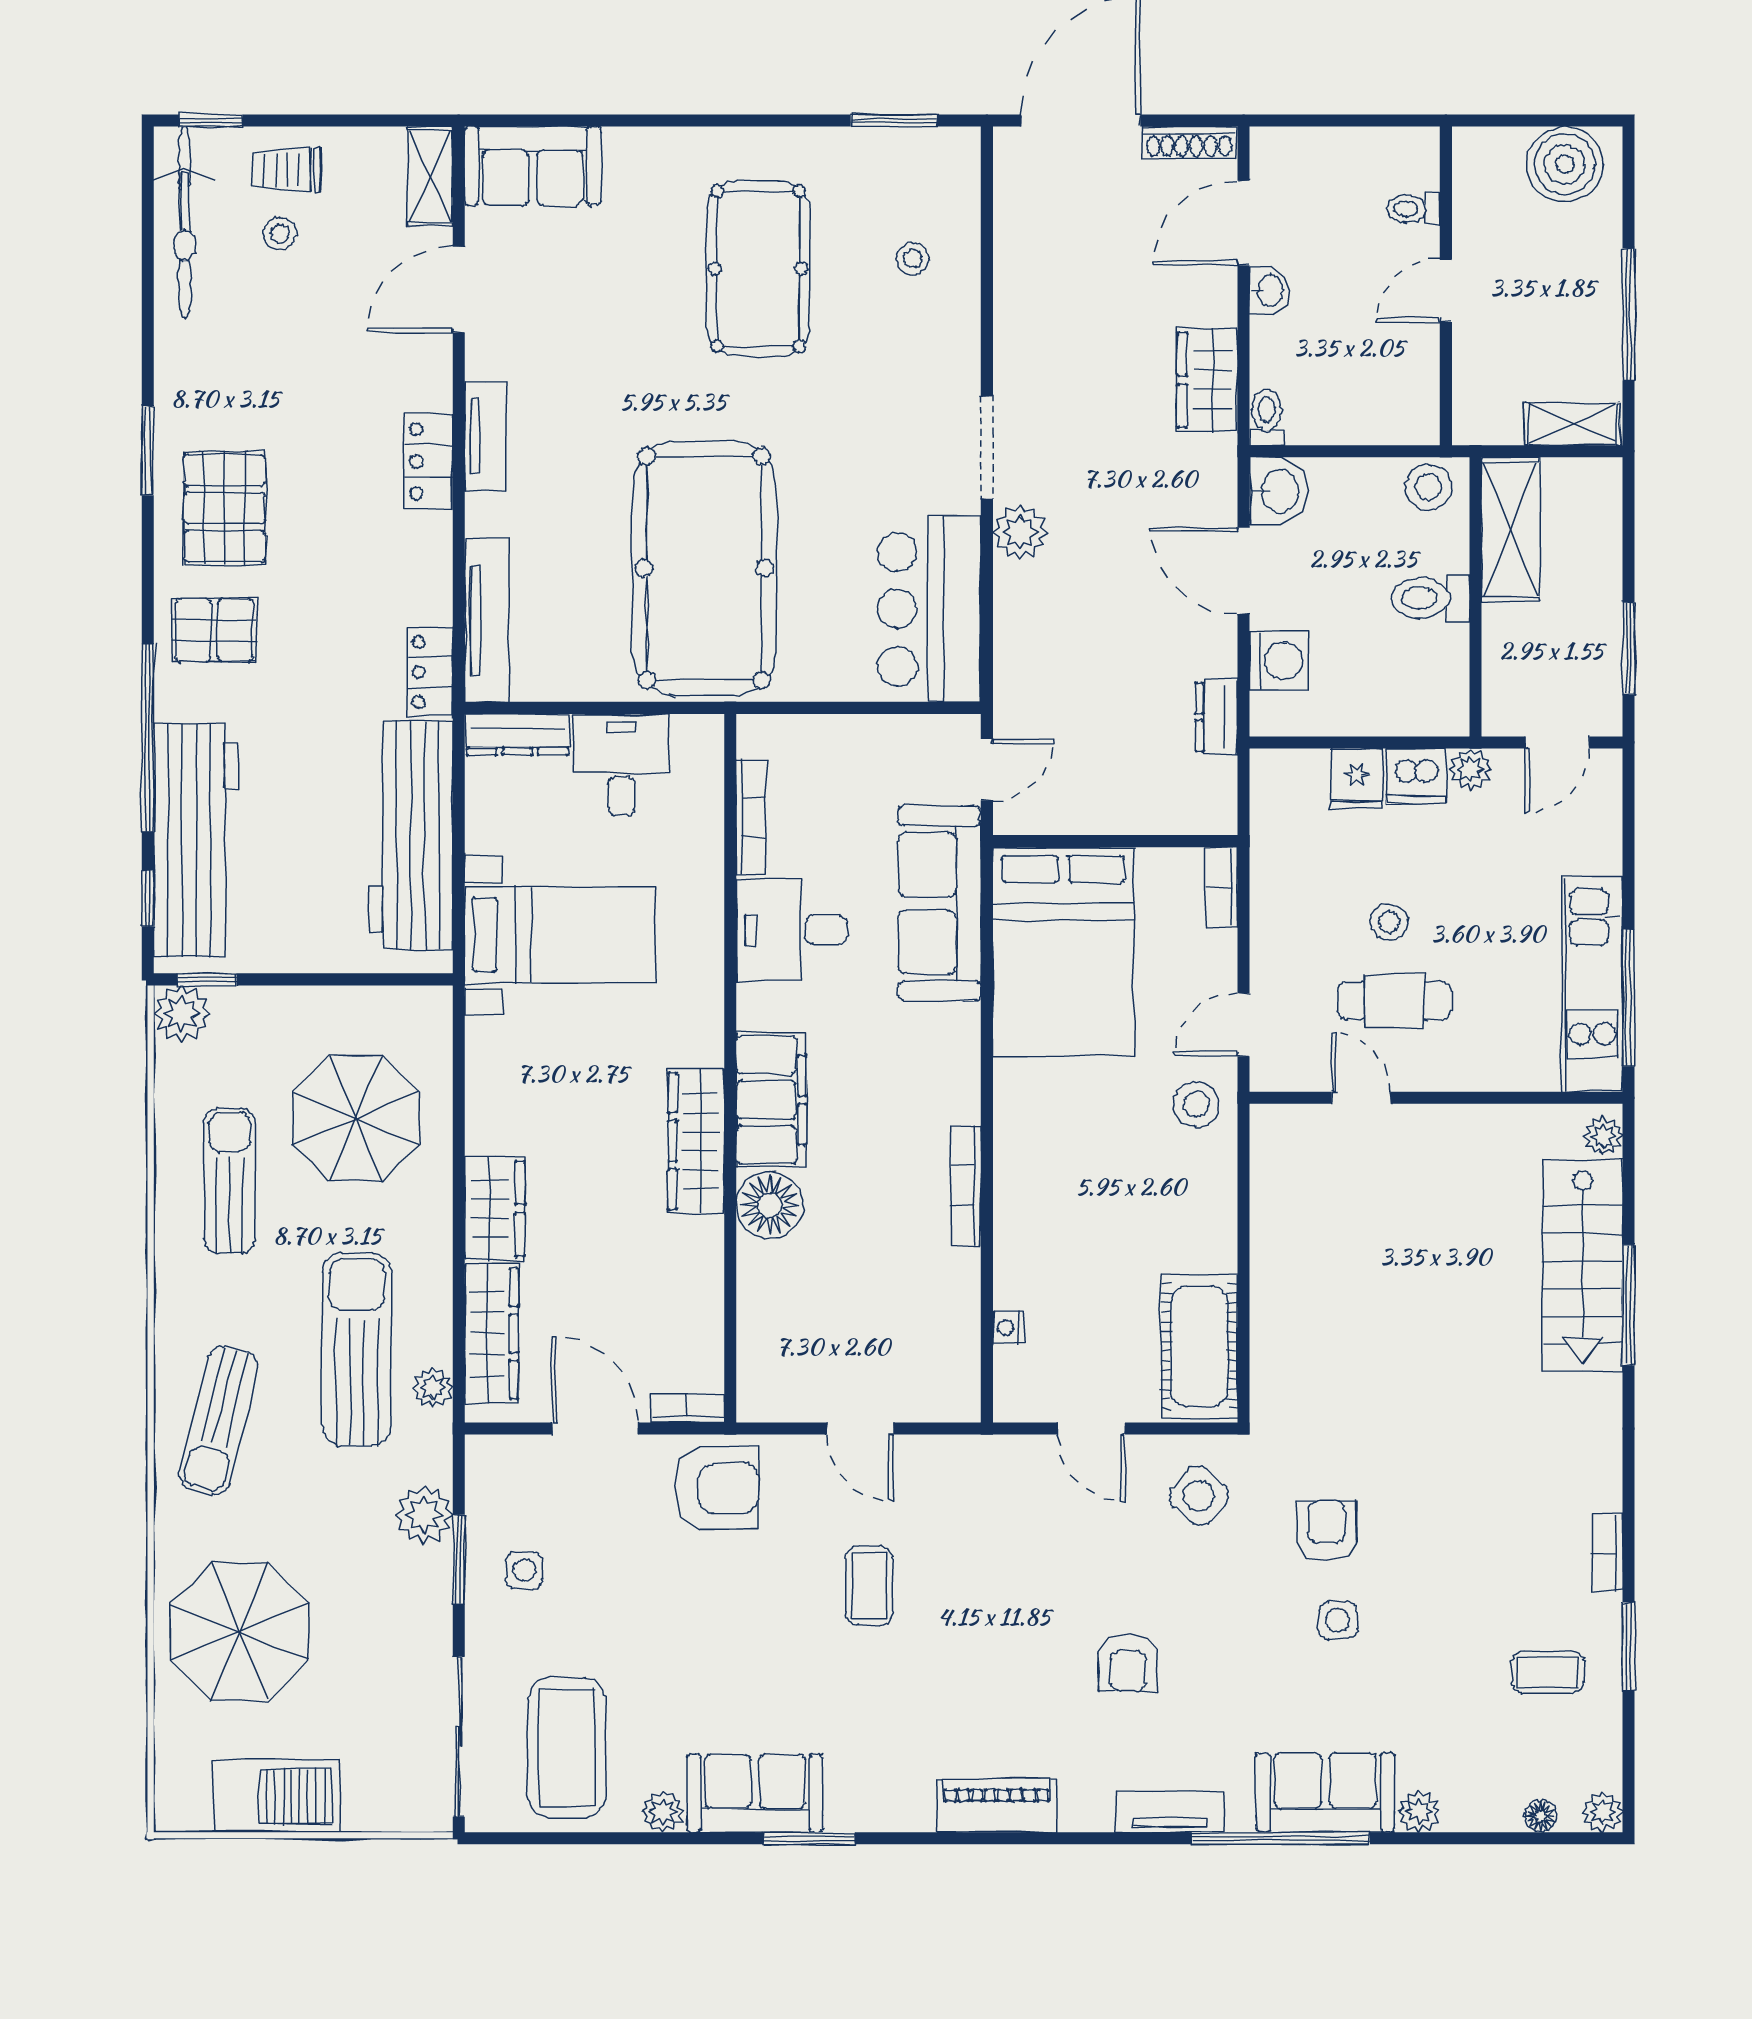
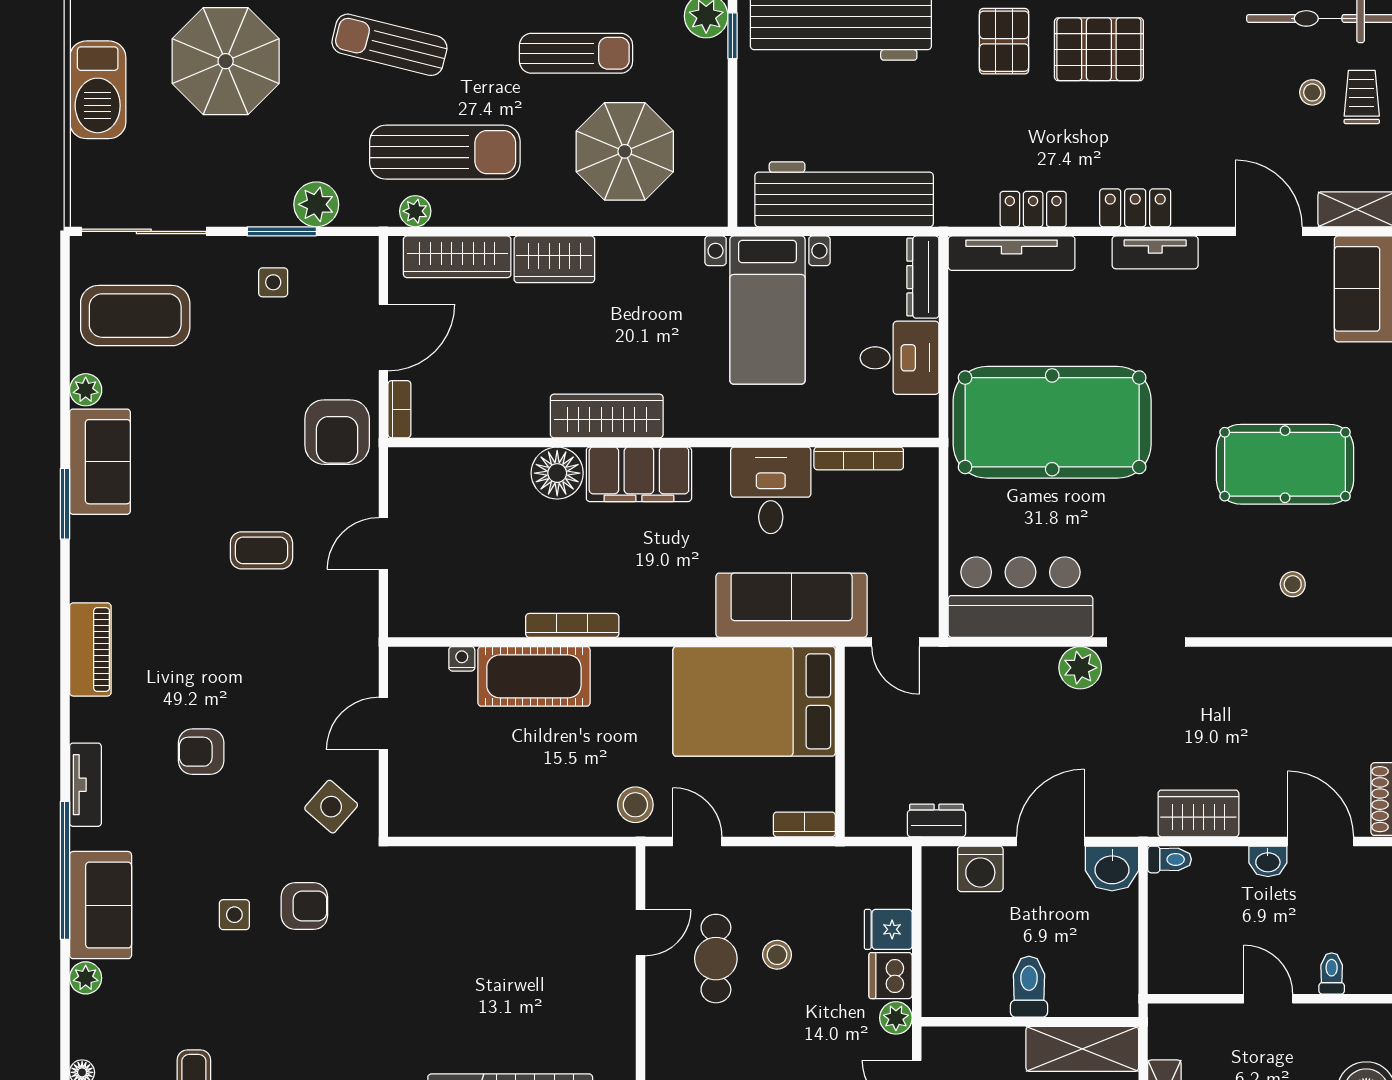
stool: (1428, 487) -> (1115, 985), removed
locker: (430, 672) -> (1033, 209), moved
cot: (1199, 1346) -> (534, 676), moved

